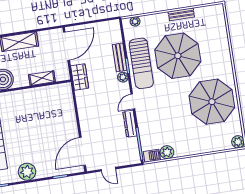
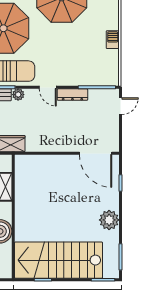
plant: (167, 152) -> (111, 57), removed
barbecue: (152, 156) -> (113, 40), moved
door: (108, 169) -> (120, 106), moved

